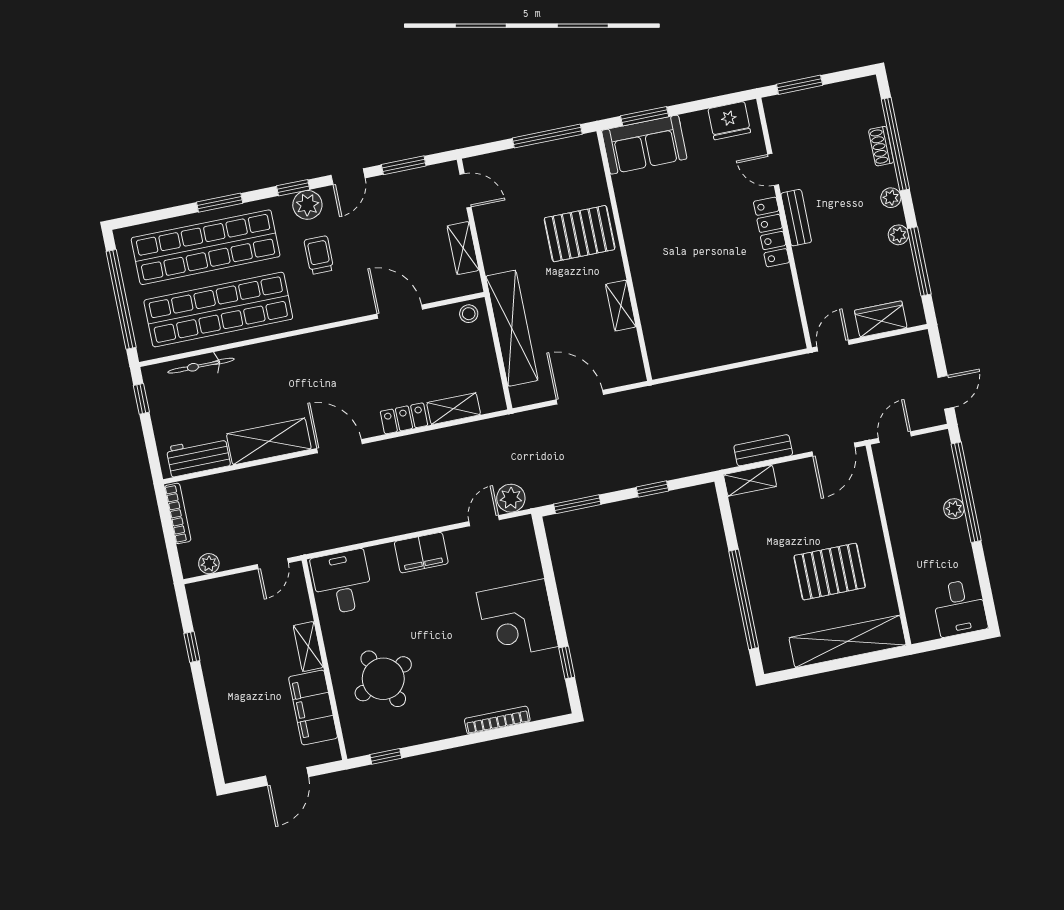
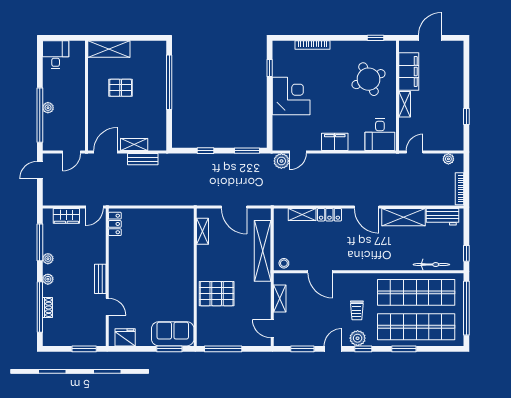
locker: (771, 232) -> (115, 224), moved, width x0.66
shelving: (621, 306) -> (203, 231), moved
shelving: (750, 481) -> (134, 145), moved
pallet: (830, 572) -> (121, 88), width x0.67, depth x0.71
shelving: (848, 641) -> (109, 49), width x0.68

